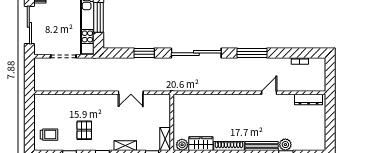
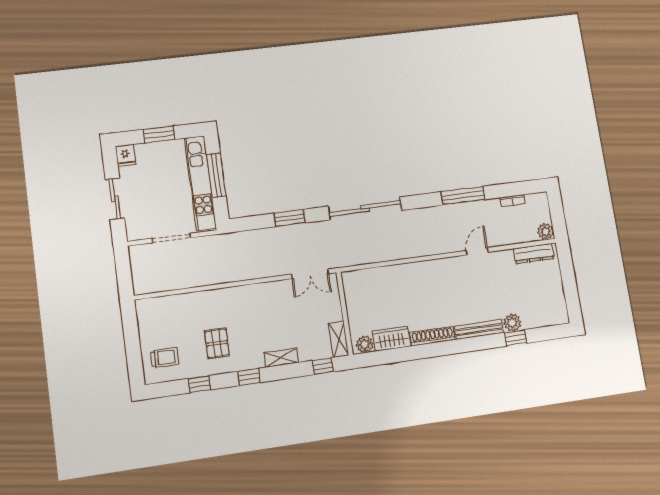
sliding door: (29, 25) -> (115, 199), width x0.73
window: (252, 53) -> (463, 196), moved
plant: (320, 85) -> (546, 232), added
double door: (131, 93) -> (310, 274), moved

